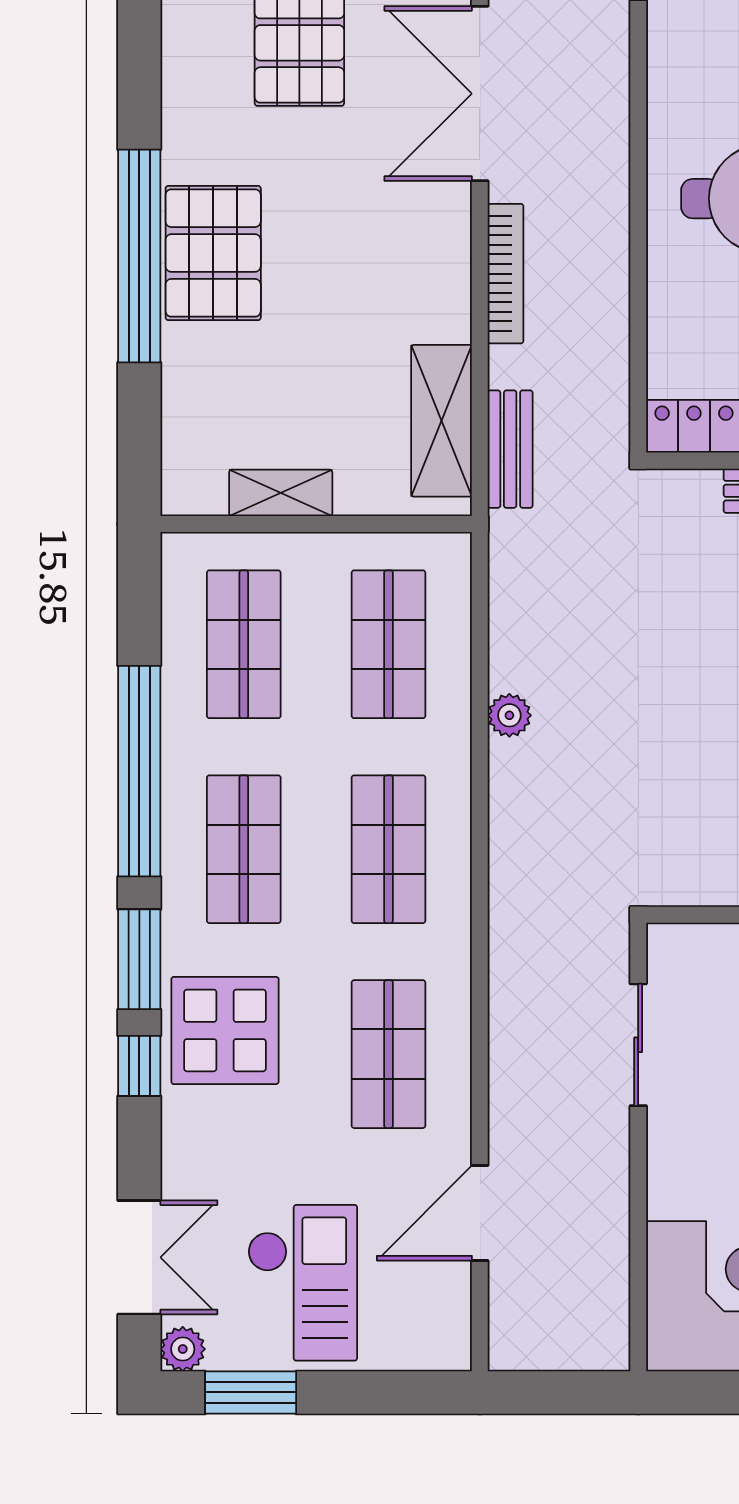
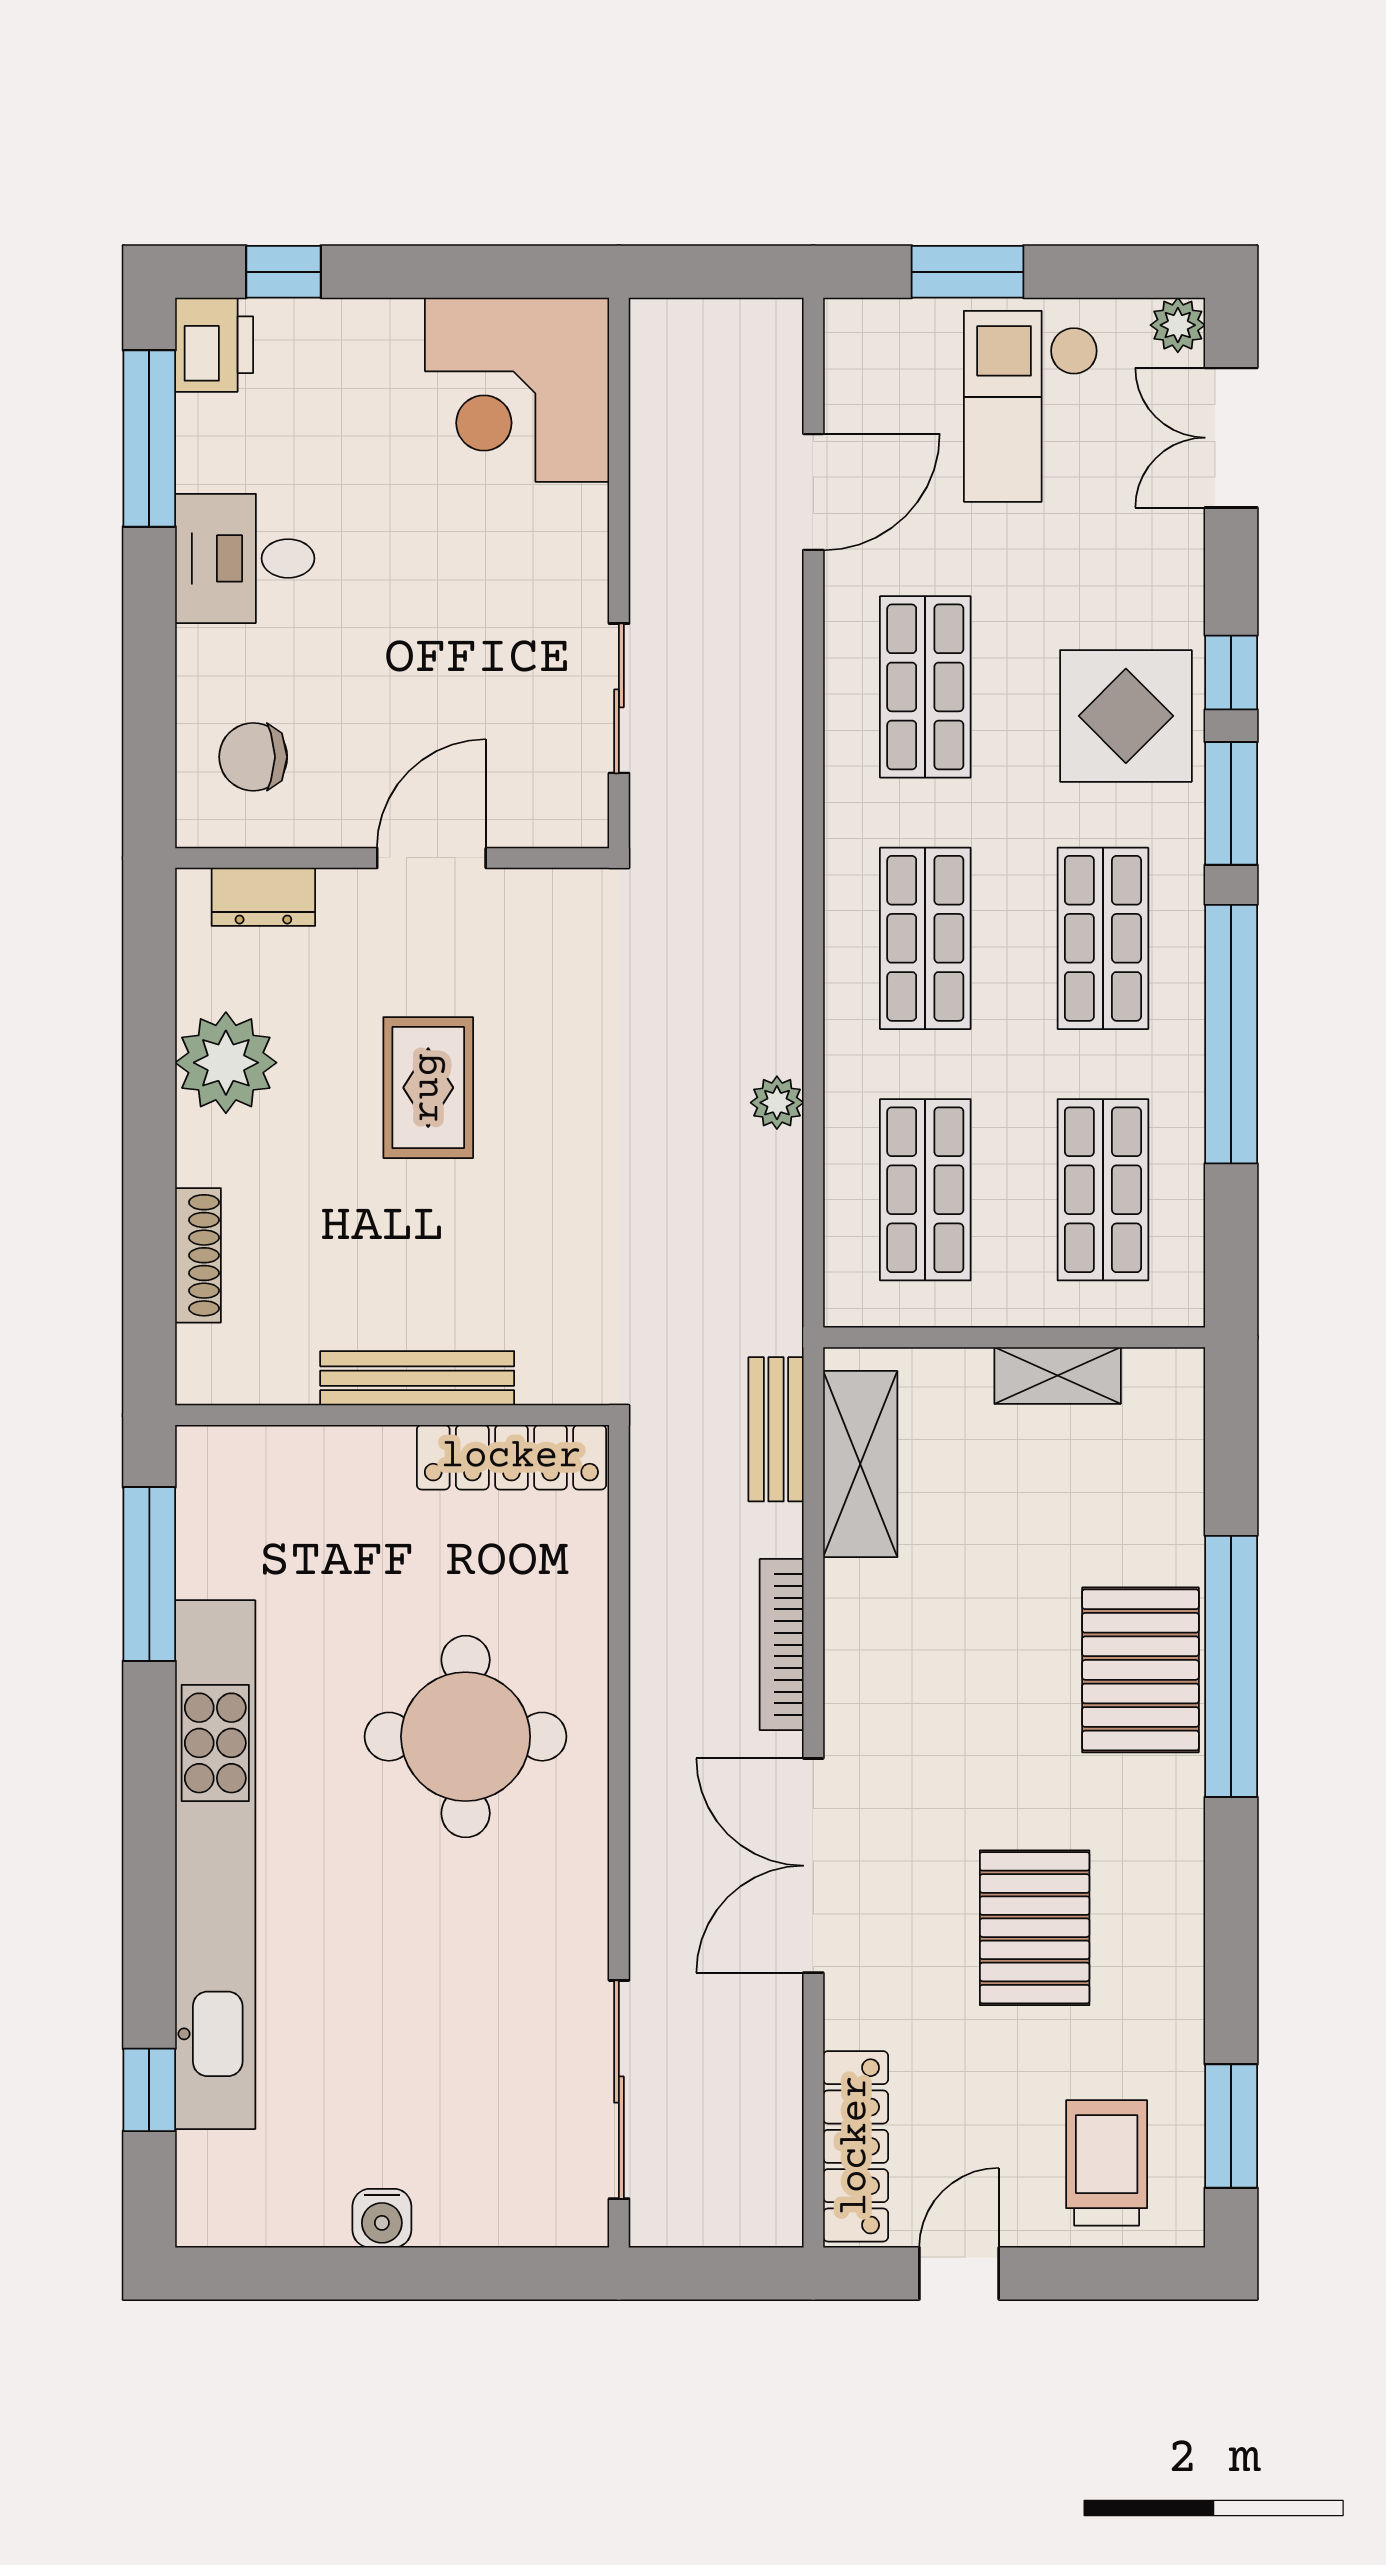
double door: (480, 94) -> (813, 1866), swing flipped
window: (251, 1392) -> (967, 272), moved

